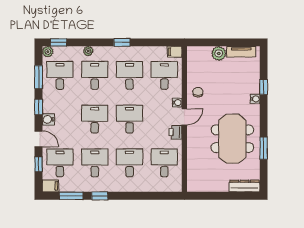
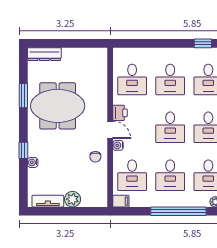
window: (122, 42) -> (178, 211), width x3.17
window: (264, 87) -> (23, 150), moved
water cooler: (255, 99) -> (33, 162), moved
door: (184, 117) -> (110, 130), swing flipped
meeting table: (232, 139) -> (58, 106), turned 90

